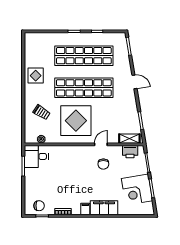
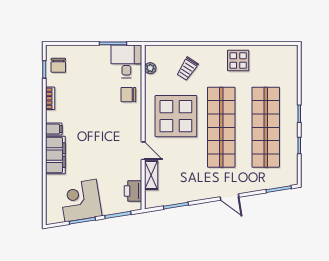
door: (134, 82) -> (229, 197), hinge flipped
shelving: (129, 139) -> (151, 175), moved
chair: (103, 164) -> (128, 95), moved

